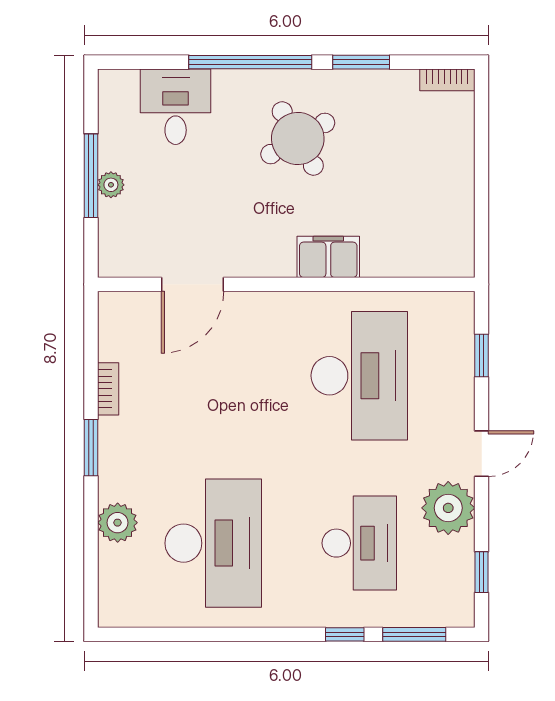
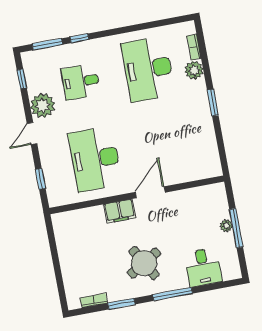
window: (250, 62) -> (172, 294), width x0.68
bookcase: (447, 80) -> (94, 301), moved
door: (193, 284) -> (150, 192), moved
bookcase: (108, 389) -> (194, 47), moved
desk: (359, 543) -> (81, 82), width x0.73

